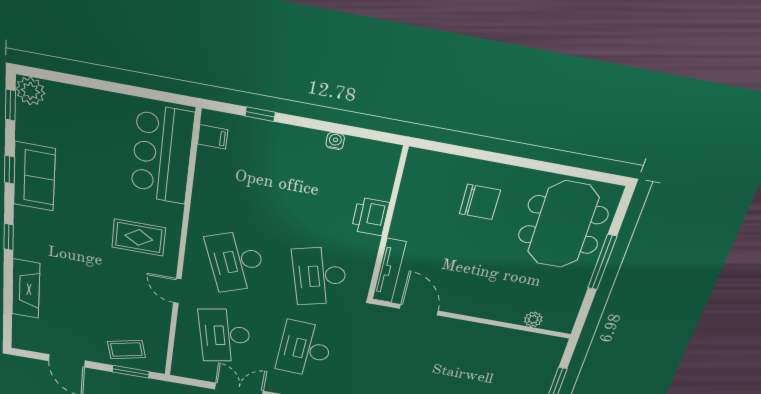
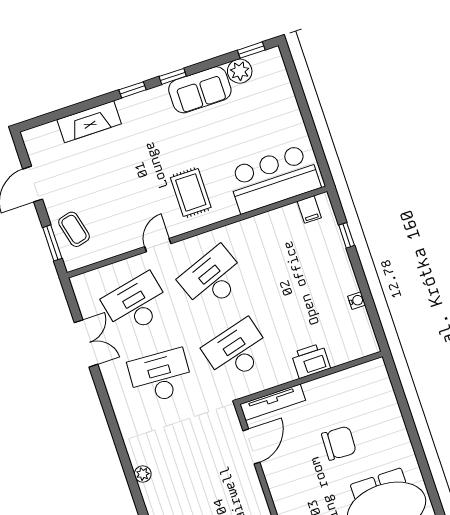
plant: (30, 91) -> (240, 71), moved
window: (10, 170) -> (173, 76), moved
chair: (480, 202) -> (339, 443), moved, turned -88

